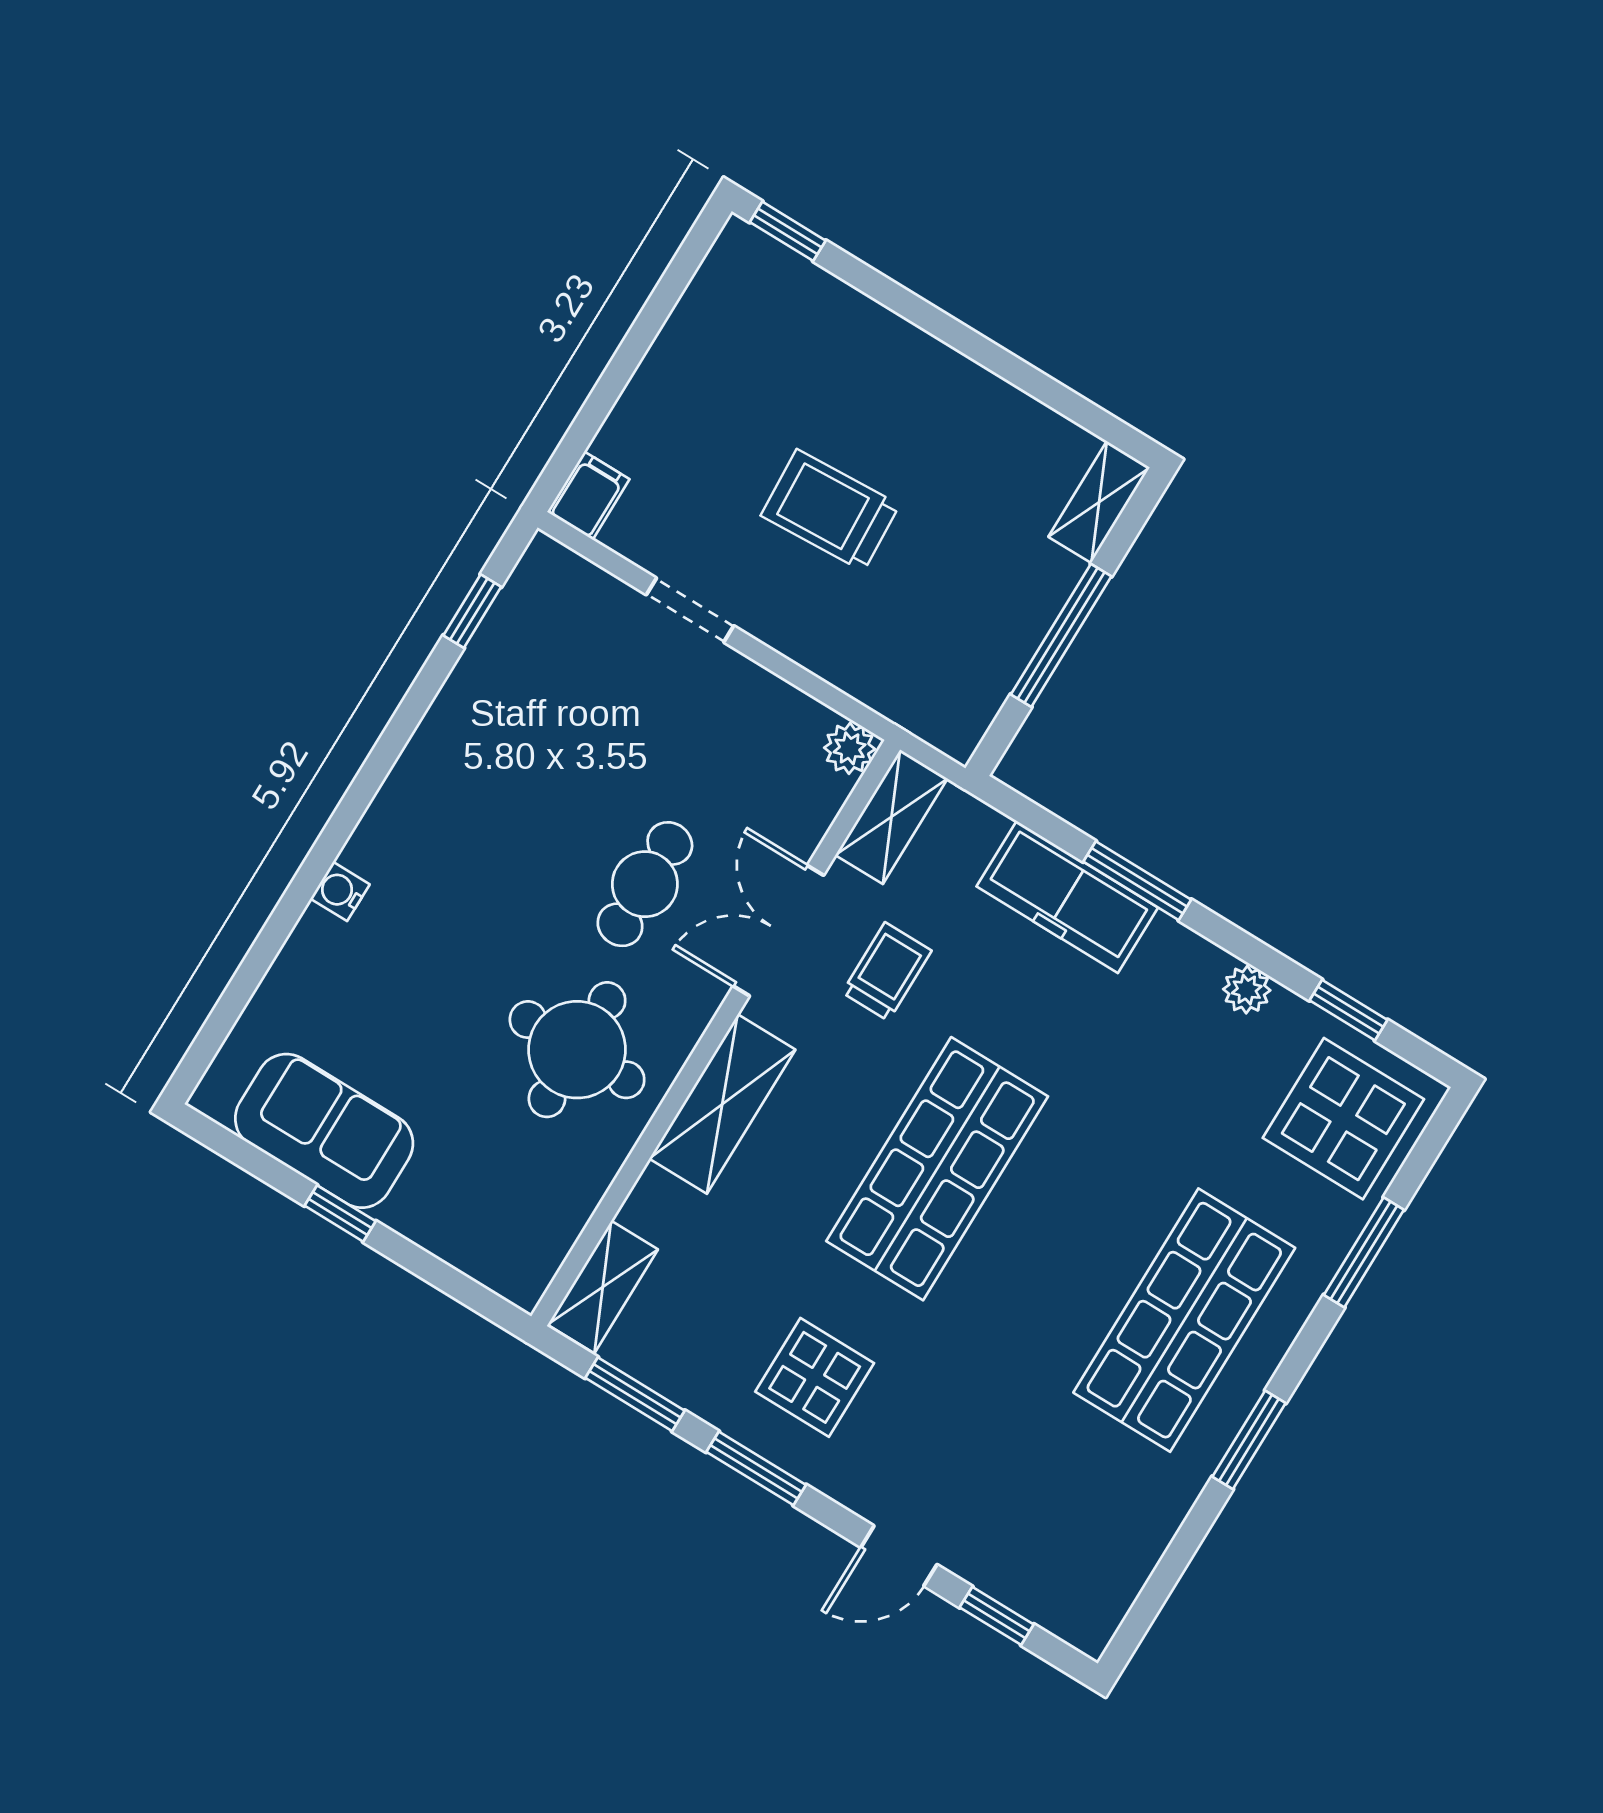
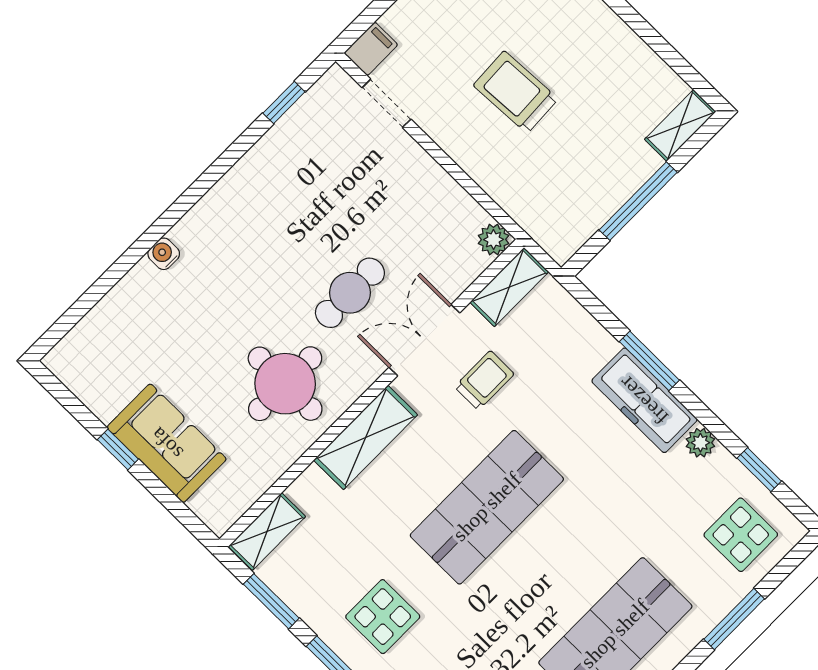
doorway: (690, 610) -> (387, 103), moved
freezer: (1067, 897) -> (644, 400), moved
display table: (1343, 1119) -> (741, 535), width x0.73, depth x0.73
sofa: (324, 1131) -> (167, 443), moved

